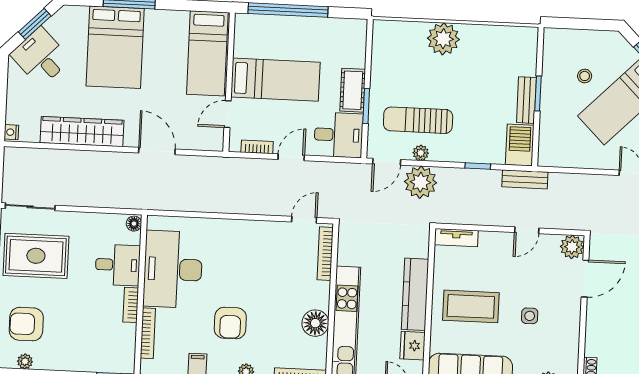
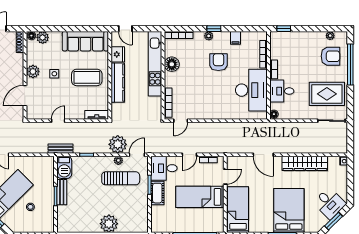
plant: (572, 247) -> (33, 71), moved

